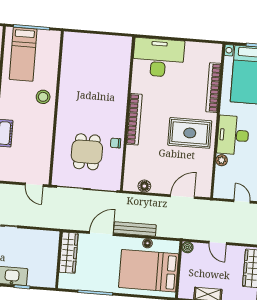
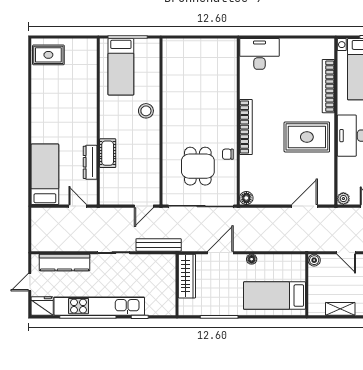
desk: (158, 58) -> (259, 54), width x0.73, depth x0.77
plant: (222, 160) -> (343, 199), moved
door: (34, 185) -> (144, 206), hinge flipped
floor lamp: (144, 186) -> (246, 198), moved
bench: (135, 229) -> (159, 245), moved
floor lamp: (147, 243) -> (252, 259), moved
bed: (149, 271) -> (274, 296), width x0.67

